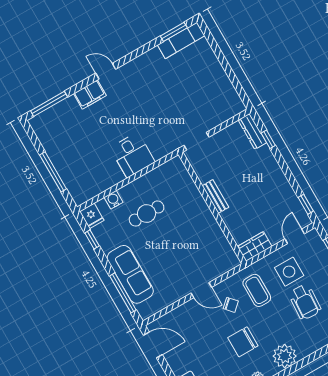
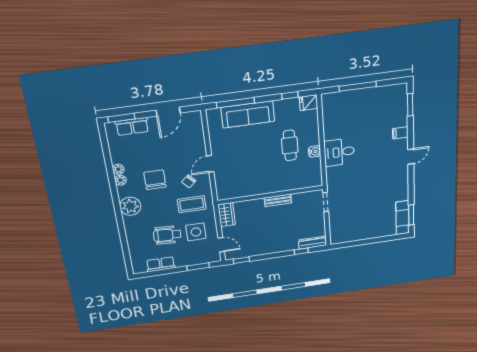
filing cabinet: (90, 94) -> (400, 133), width x0.50
window: (49, 104) -> (410, 105), width x0.69
water cooler: (113, 200) -> (315, 151), moved
door: (153, 345) -> (168, 112), moved

